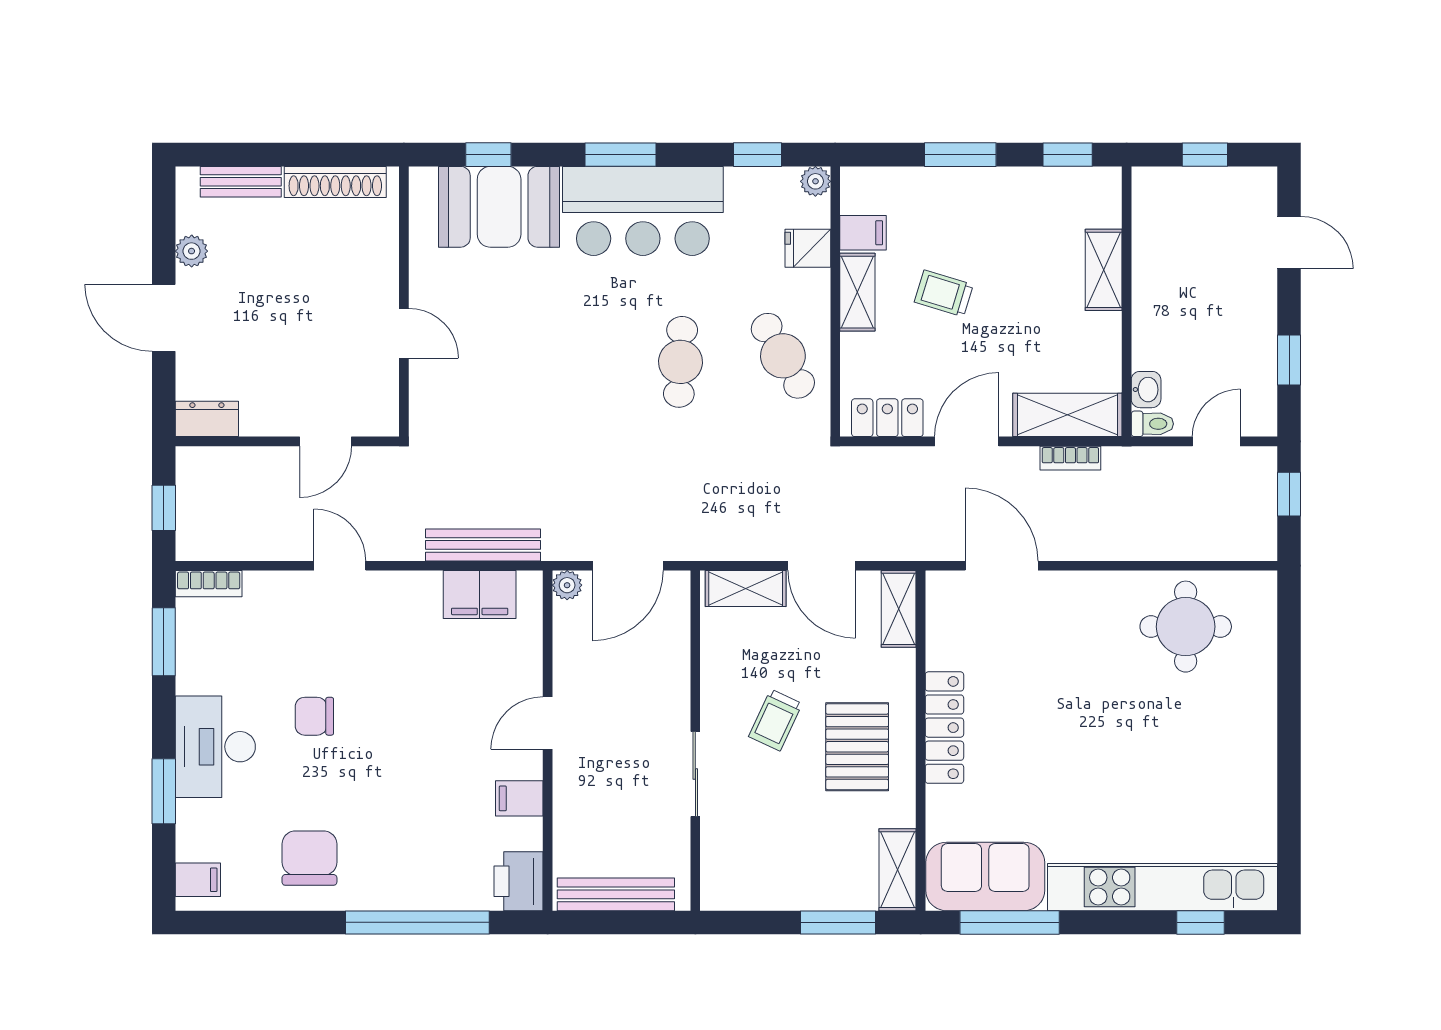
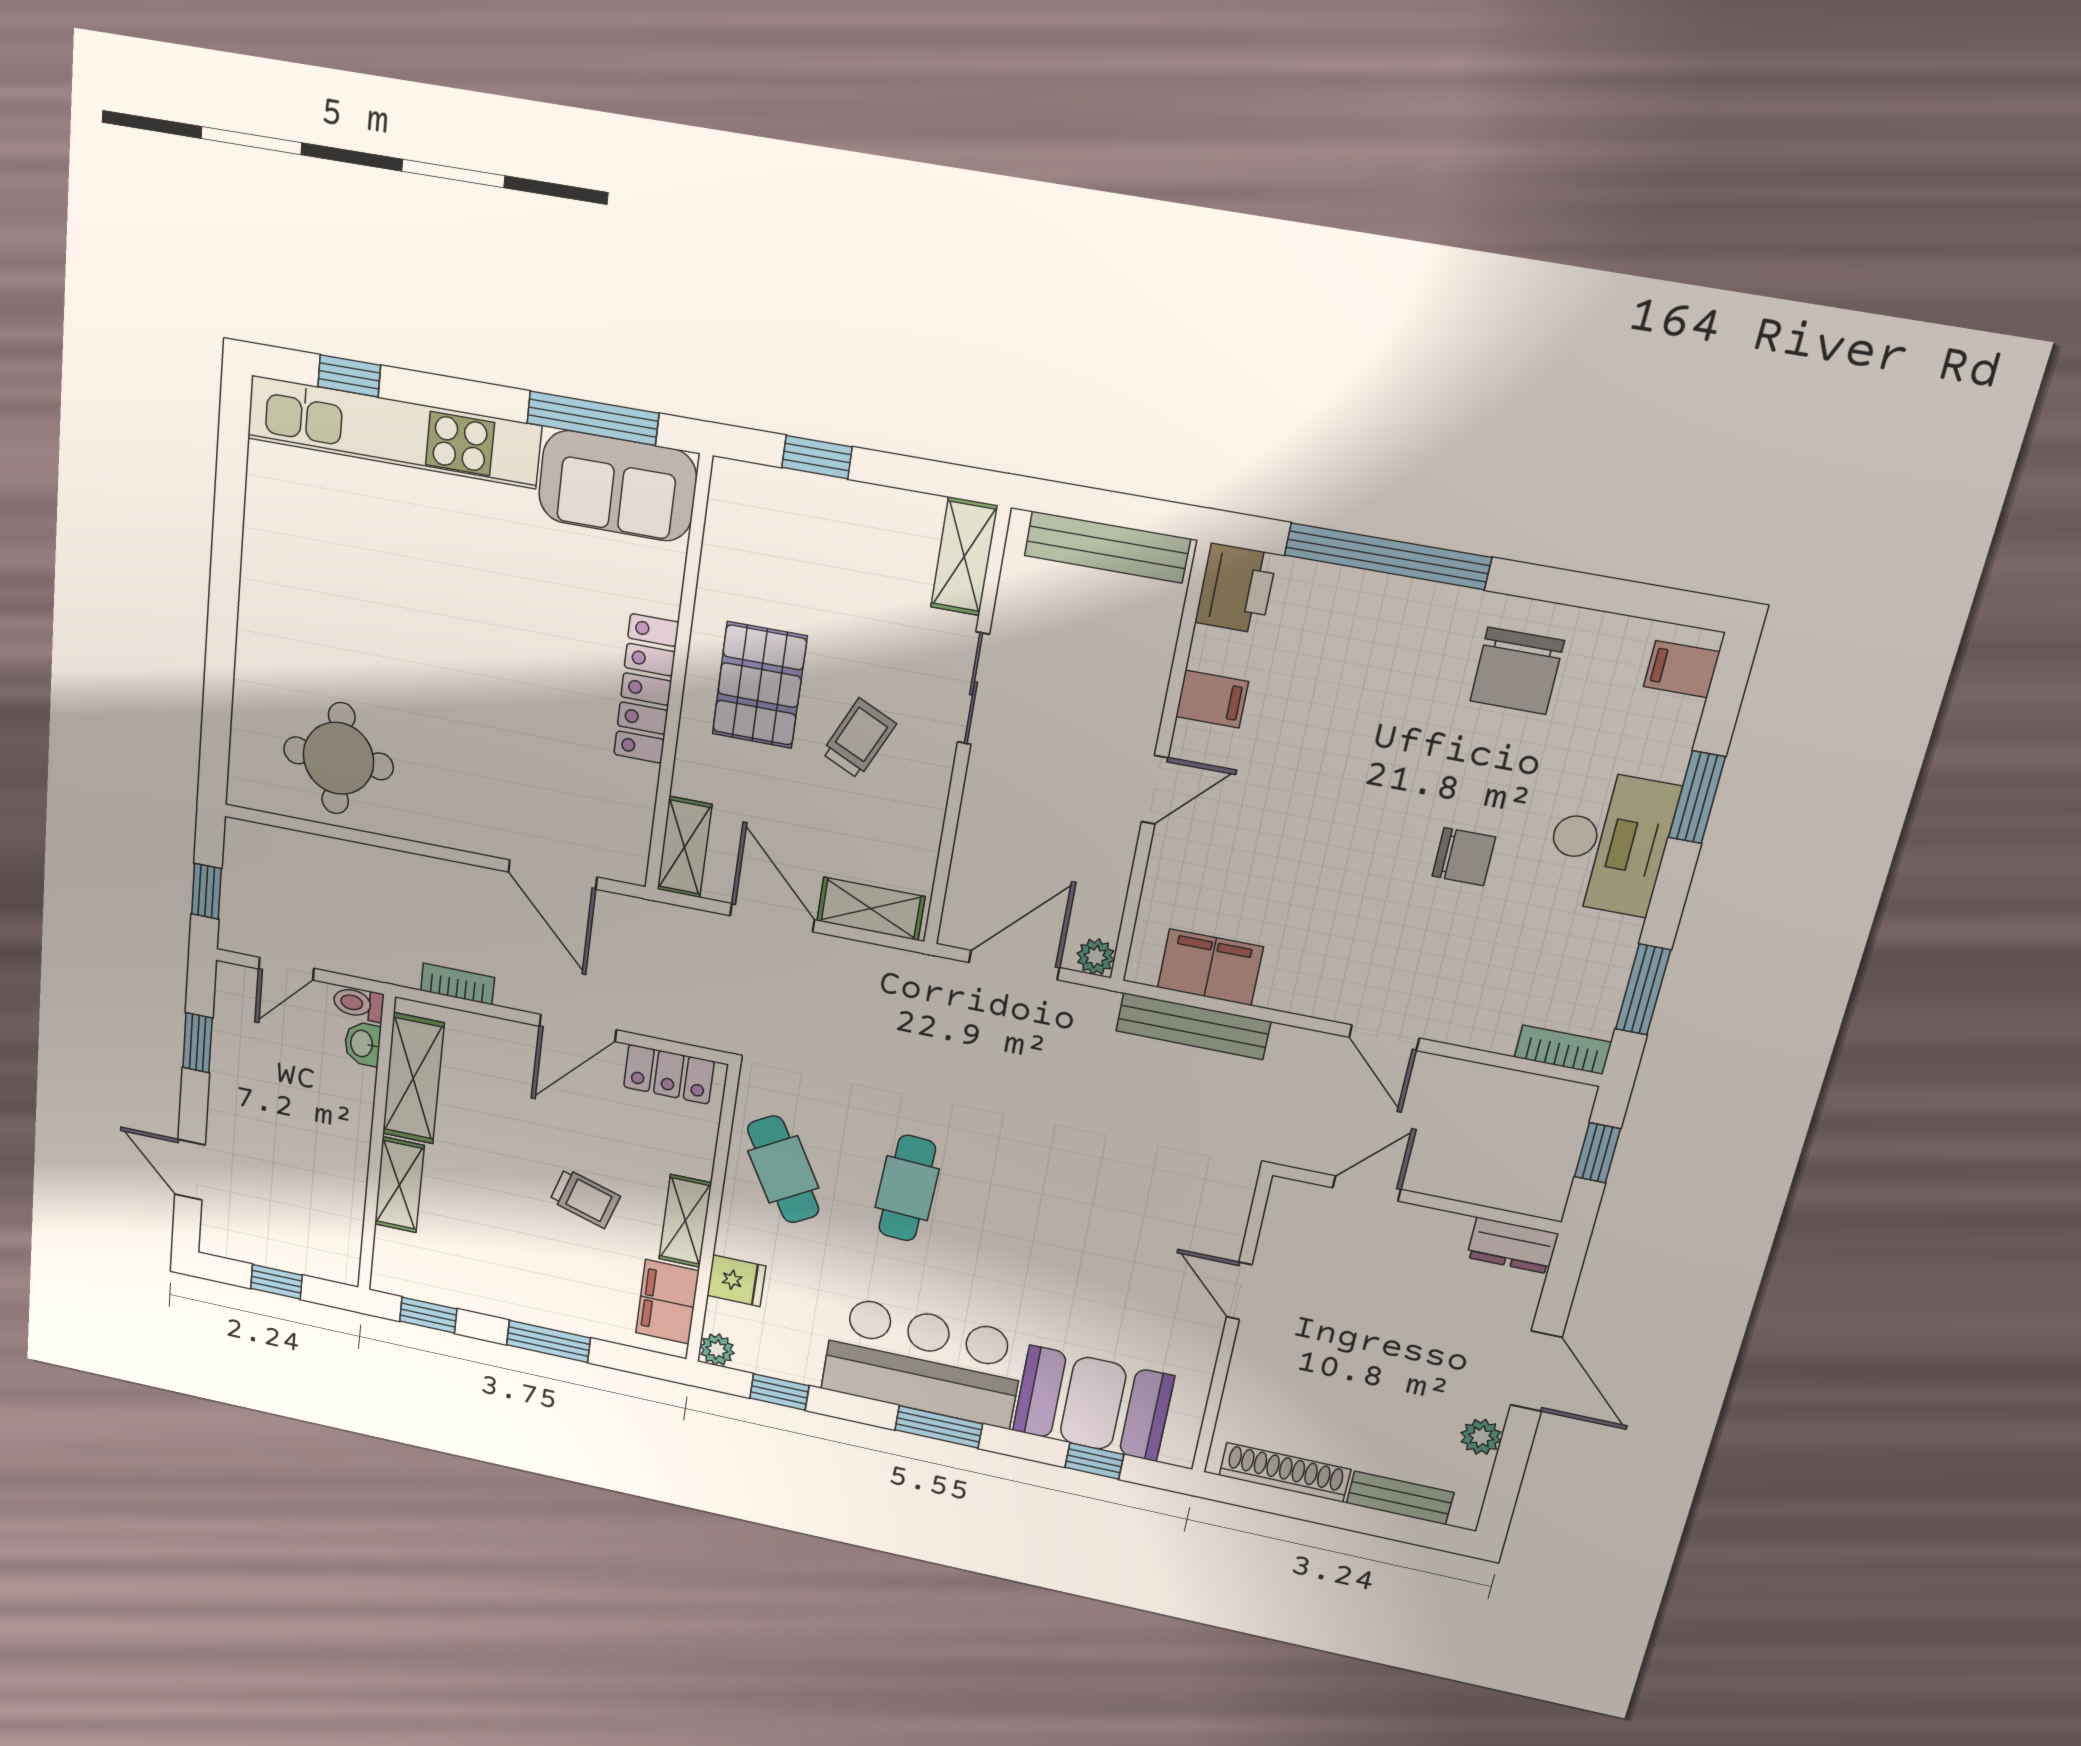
filing cabinet: (863, 233) -> (667, 1302), width x2.00
shelving: (1067, 415) -> (413, 1078), moved, turned 90
shelving: (898, 870) -> (964, 556), moved
window: (838, 922) -> (817, 457), width x0.67

